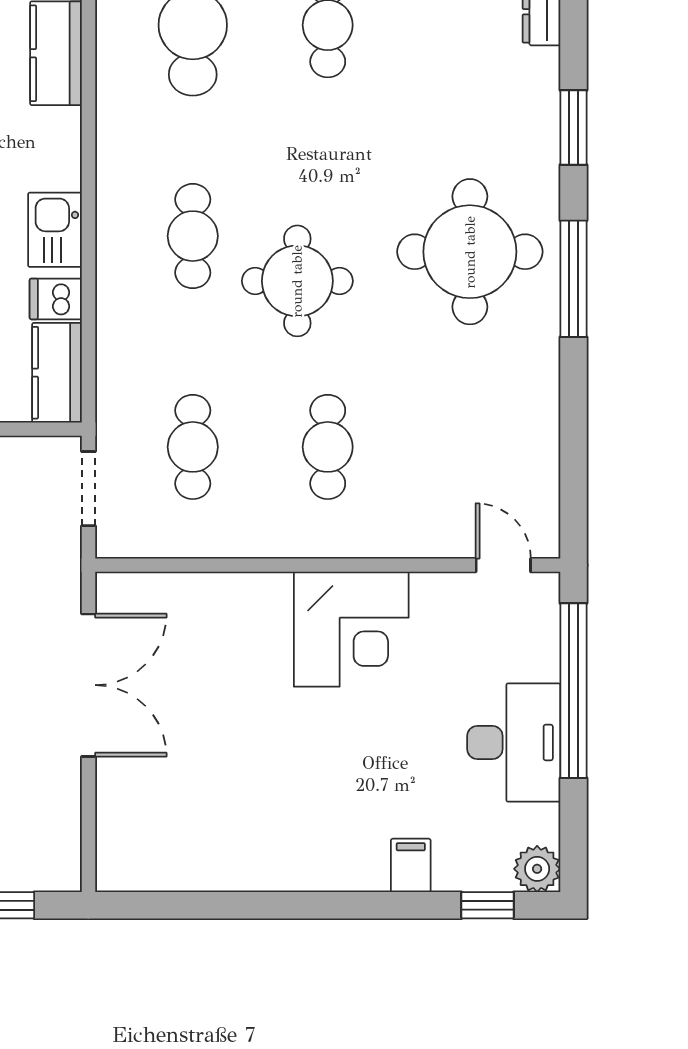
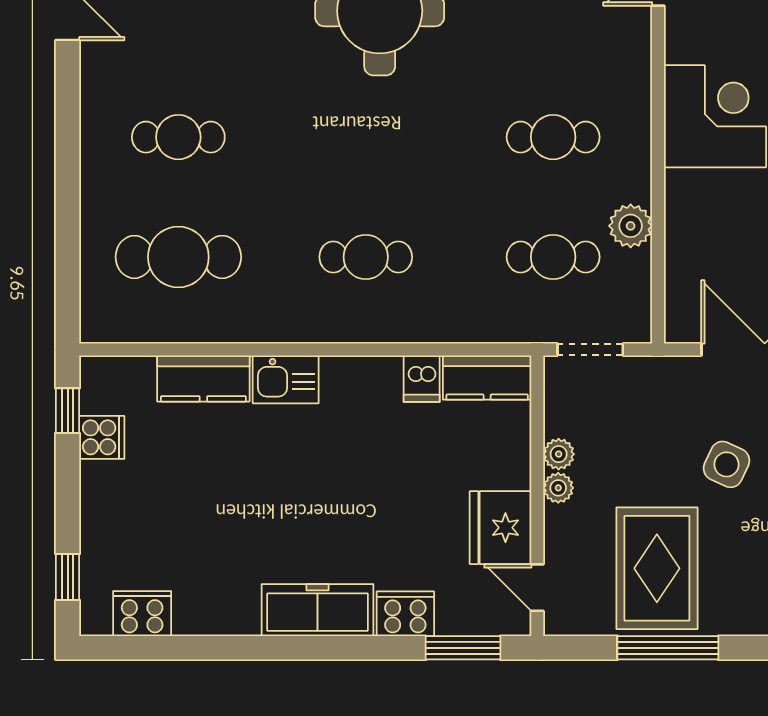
kitchen sink: (55, 230) -> (286, 379), moved
round table: (297, 281) -> (406, 164), removed
plant: (228, 534) -> (631, 226), added

